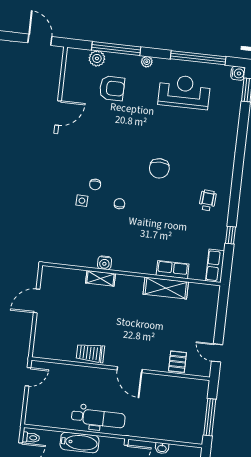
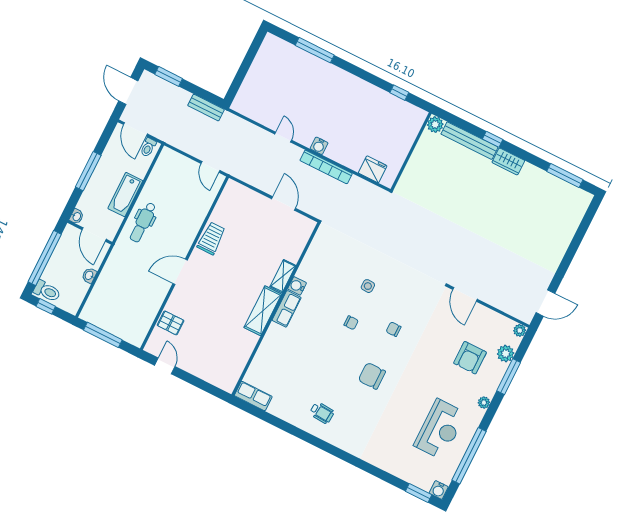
window: (116, 48) -> (509, 377), width x0.68
plant: (72, 53) -> (520, 330), added
chair: (95, 184) -> (394, 329), moved
window: (230, 235) -> (278, 423), removed
row of seats: (173, 270) -> (287, 309), moved
shelving: (166, 288) -> (263, 311), moved
door: (217, 353) -> (165, 366), hinge flipped
dental chair: (98, 418) -> (143, 222), width x0.73, depth x0.72

